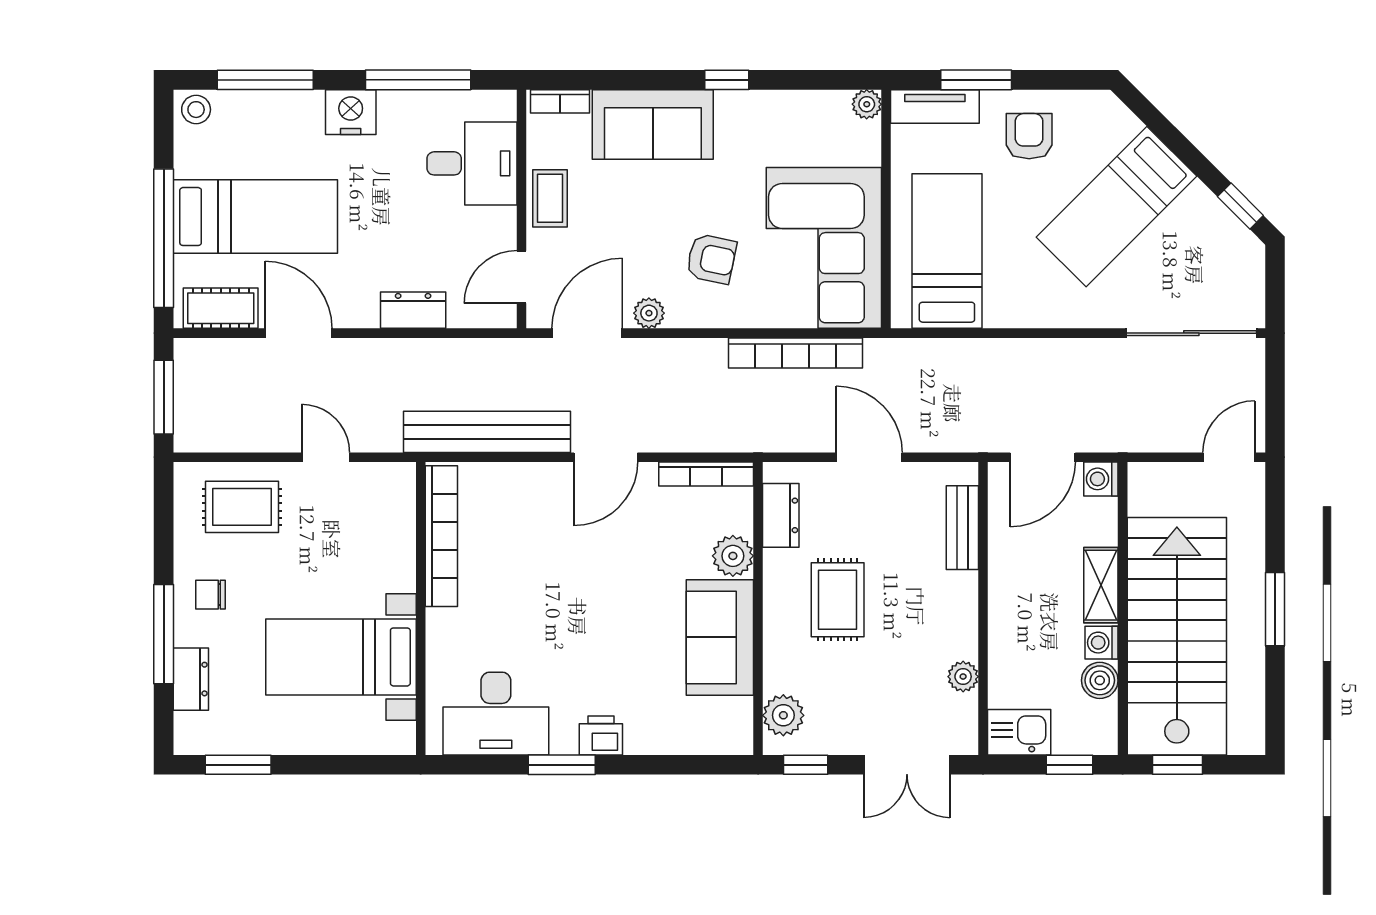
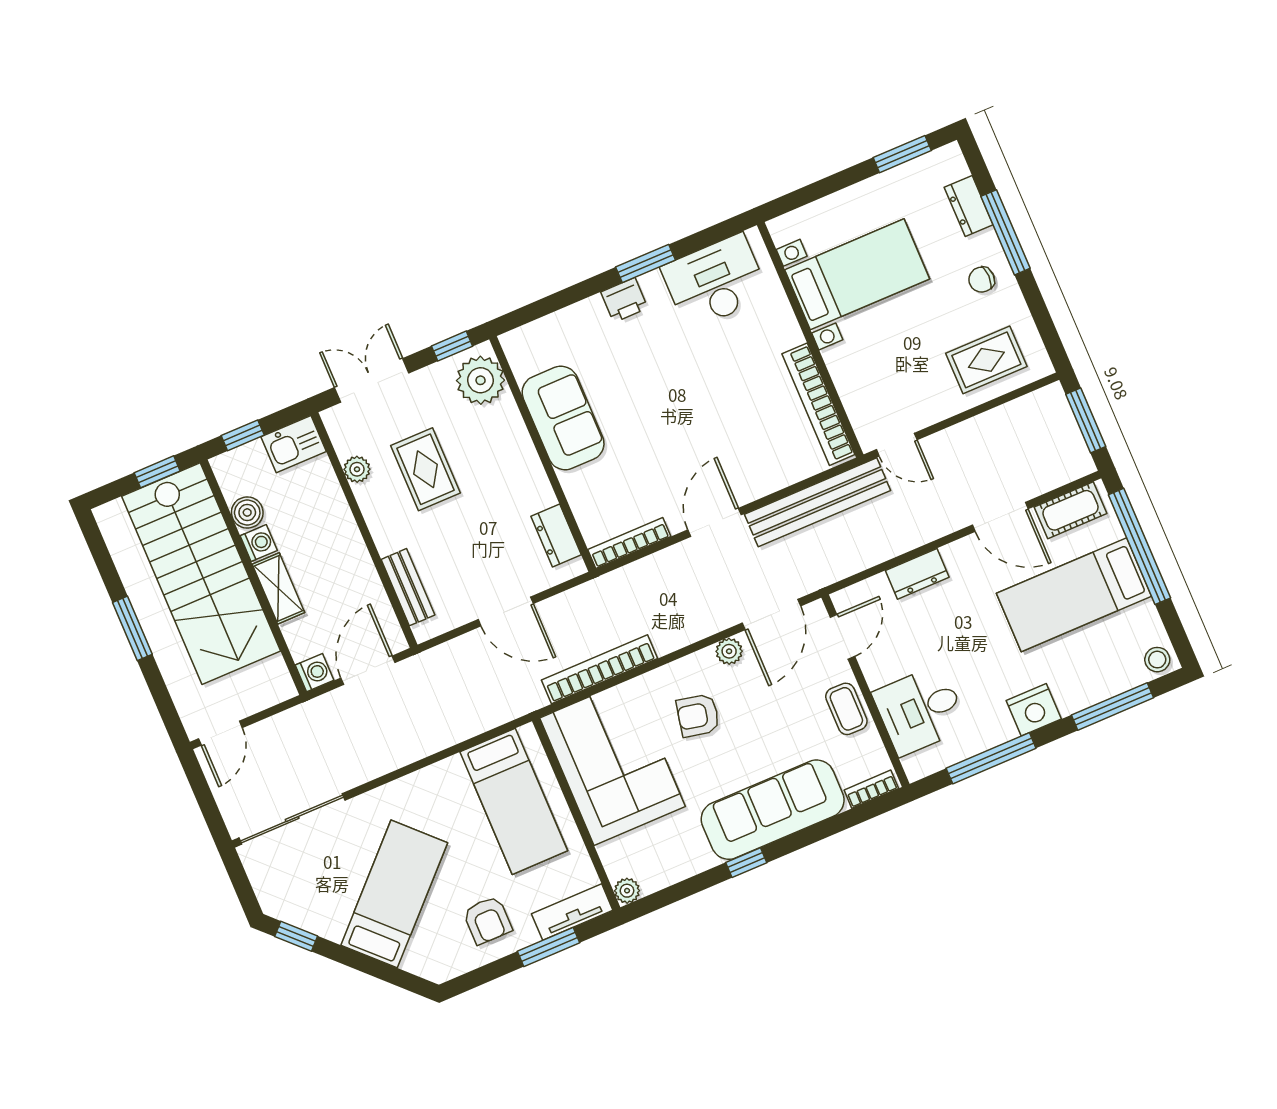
sofa: (653, 124) -> (773, 810), width x1.36
door: (326, 457) -> (897, 445), moved
plant: (733, 556) -> (580, 487), removed
chair: (210, 595) -> (982, 280), turned 180
rug: (838, 600) -> (425, 469), moved
plant: (783, 715) -> (481, 380), width x1.36, depth x1.36

